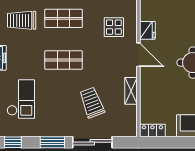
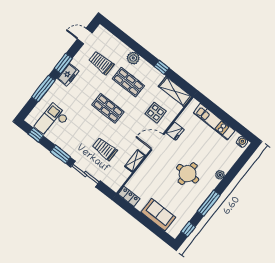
door: (138, 55) -> (157, 142), swing flipped
checkout: (21, 99) -> (52, 121), moved, turned 180
trolley: (92, 103) -> (105, 149), turned -69

